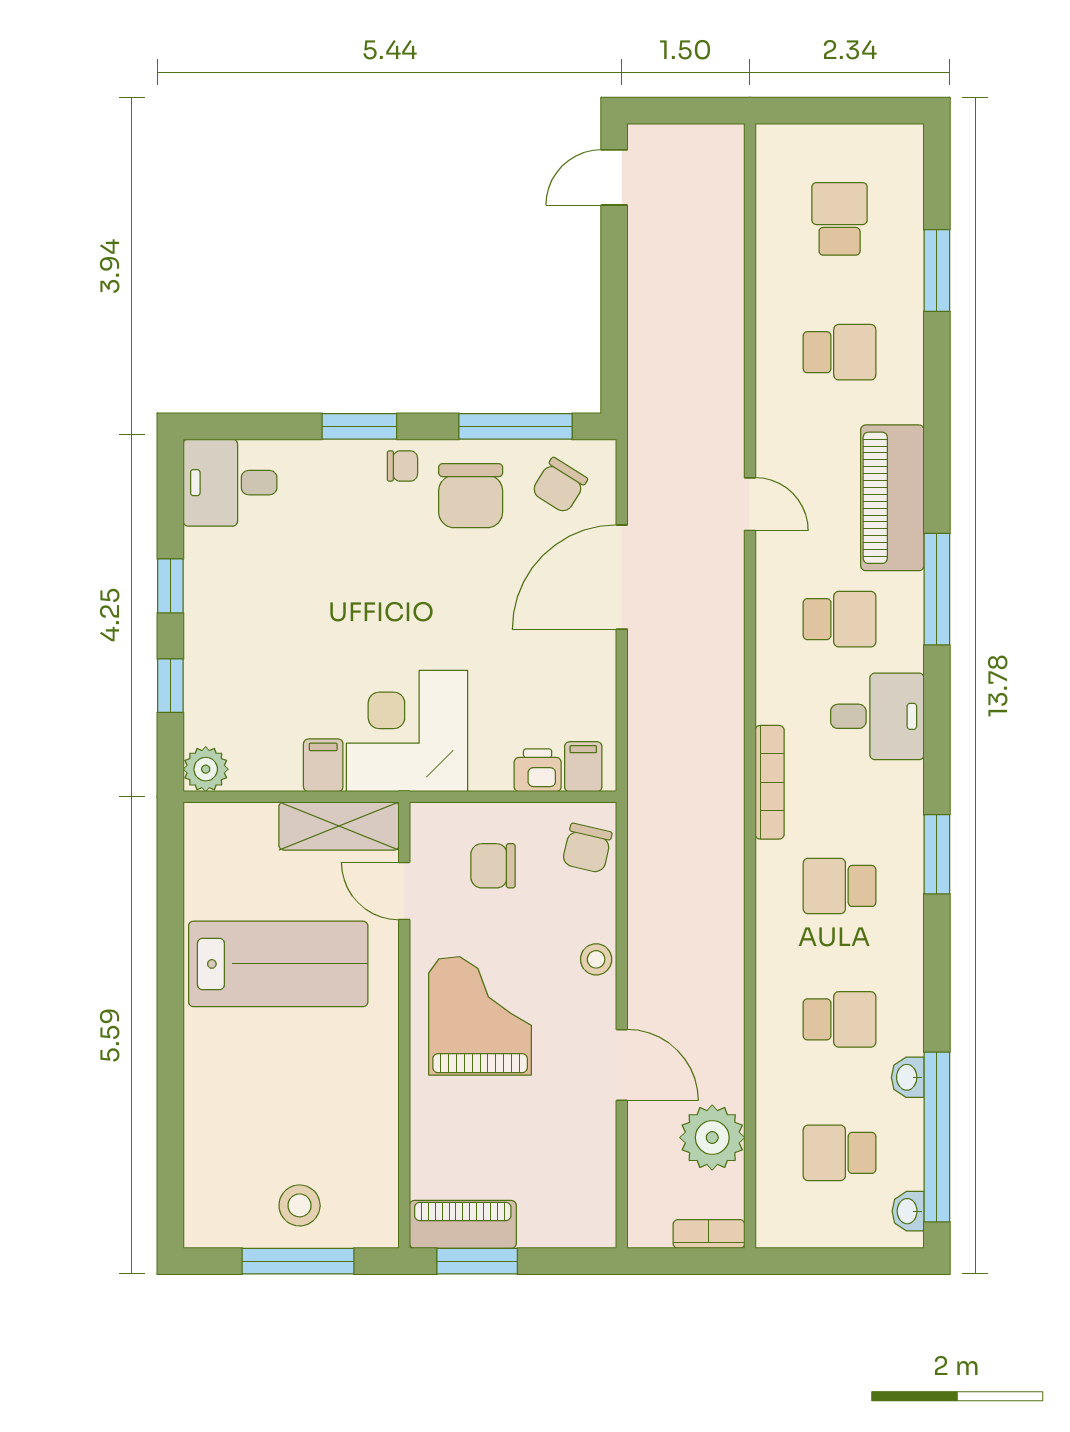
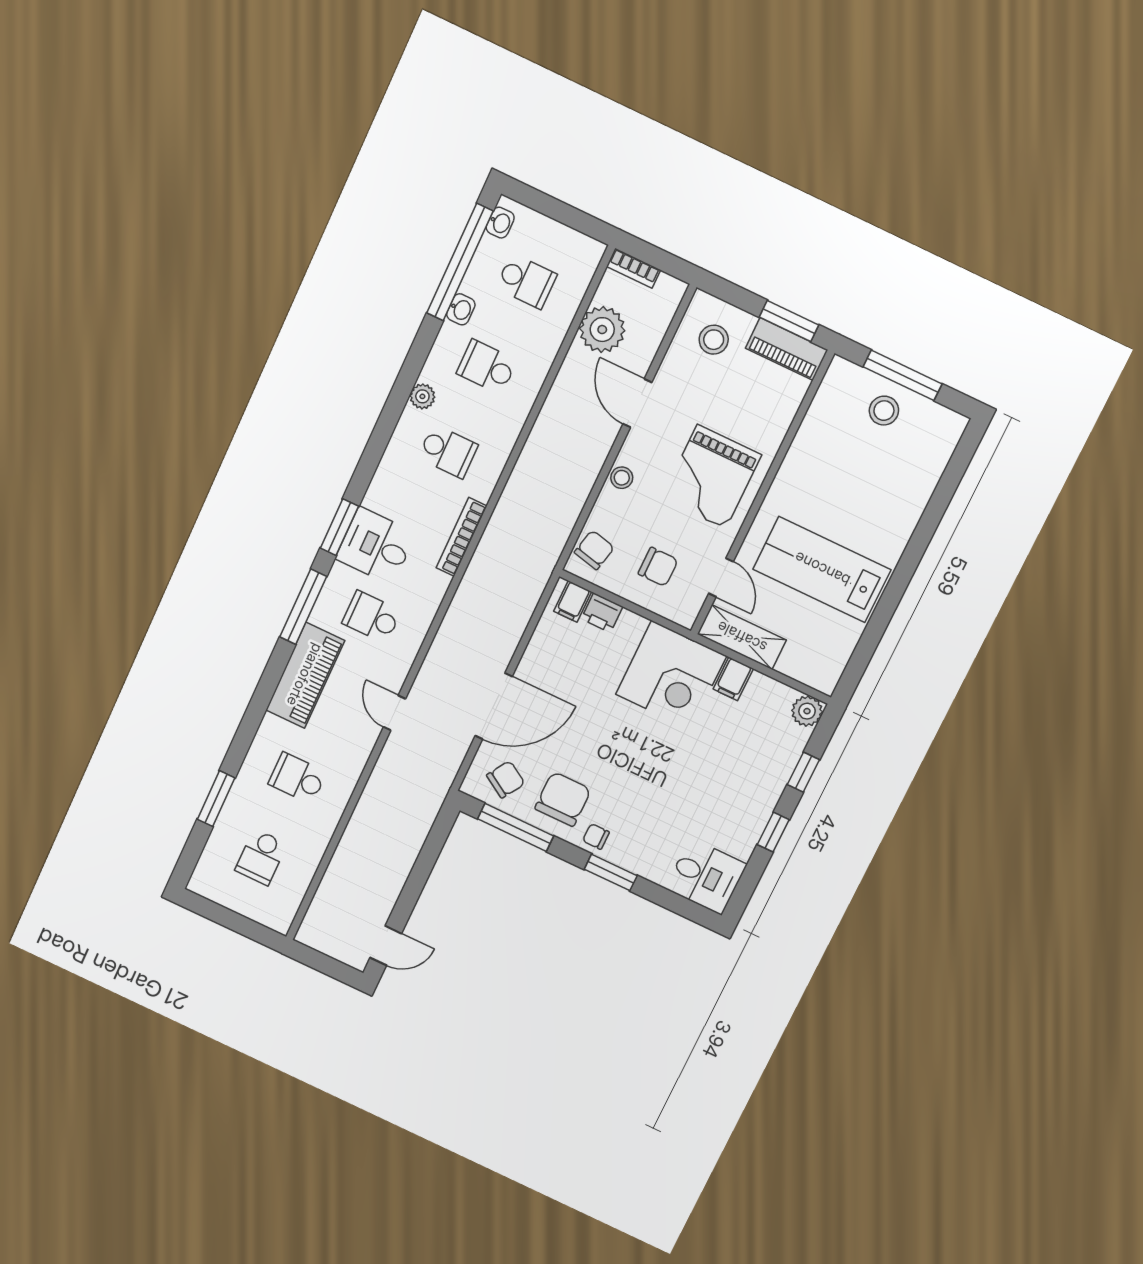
window: (937, 854) -> (339, 527), moved
plant: (906, 942) -> (422, 396), added
stool: (562, 1192) -> (714, 340), added

